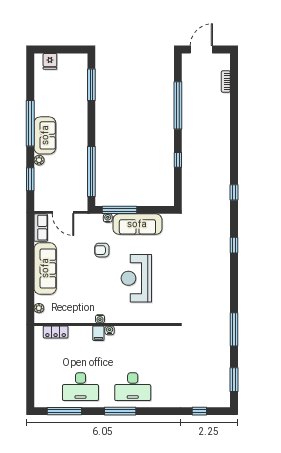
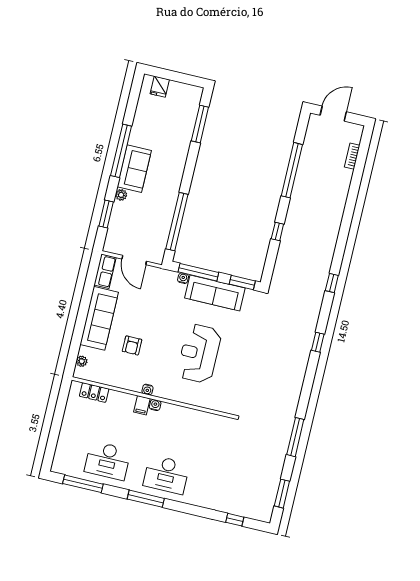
window: (158, 210) -> (242, 283), added
armchair: (102, 250) -> (132, 345), moved, turned -90

